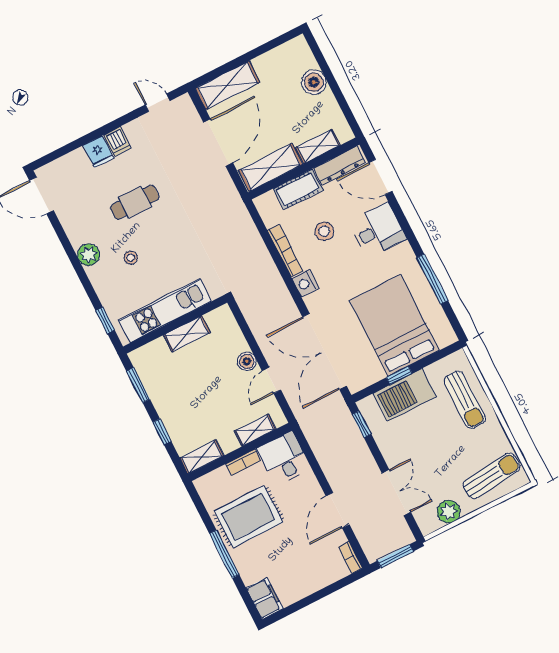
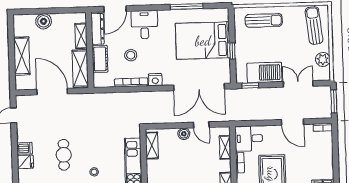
shelving: (227, 85) -> (22, 56), moved
shelving: (187, 334) -> (152, 145), moved
barbecue: (405, 395) -> (264, 72), moved, turned -90

